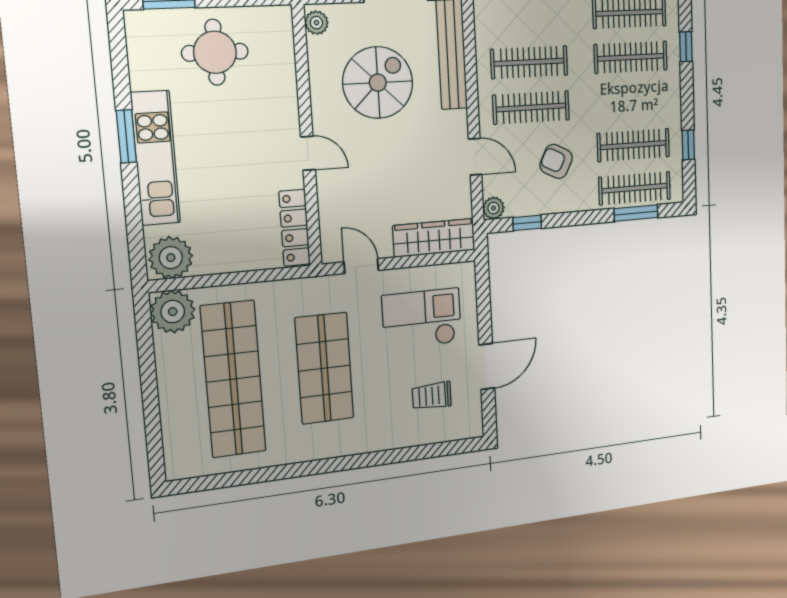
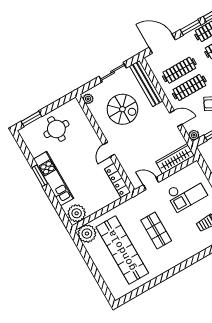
spiral stairs: (378, 83) -> (122, 109), turned 90
door: (308, 153) -> (109, 149), swing flipped
checkout: (422, 319) -> (186, 193), turned 180
shop shelf: (324, 368) -> (156, 231), width x0.70, depth x0.74

